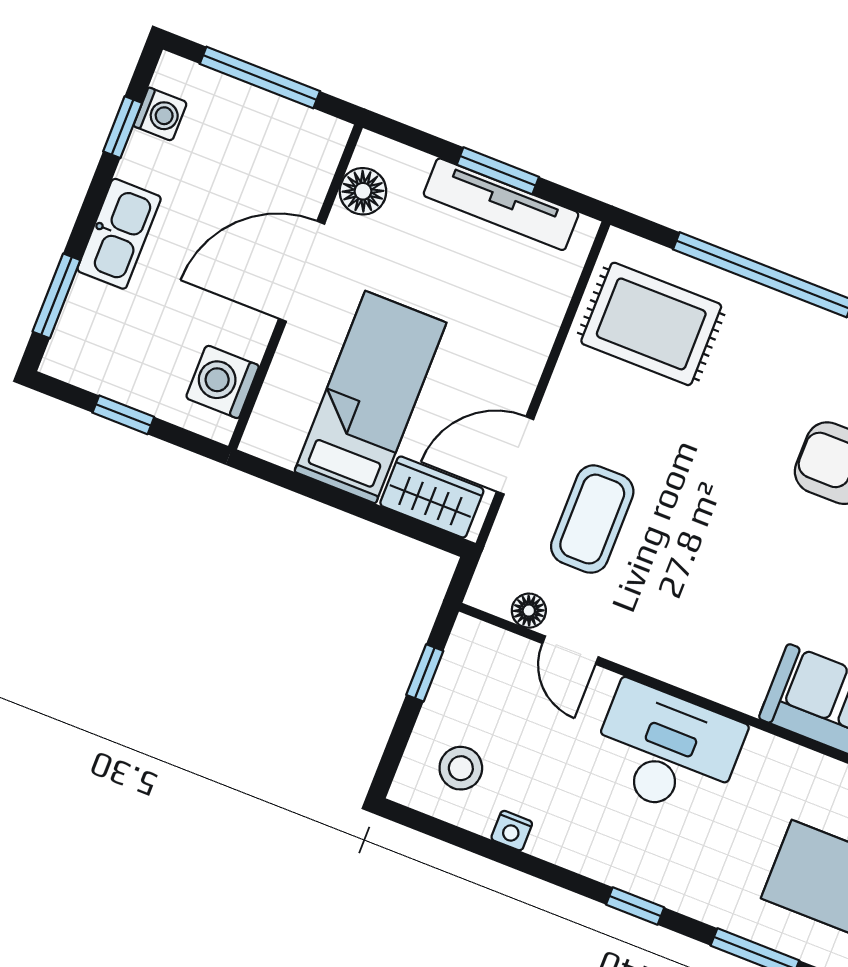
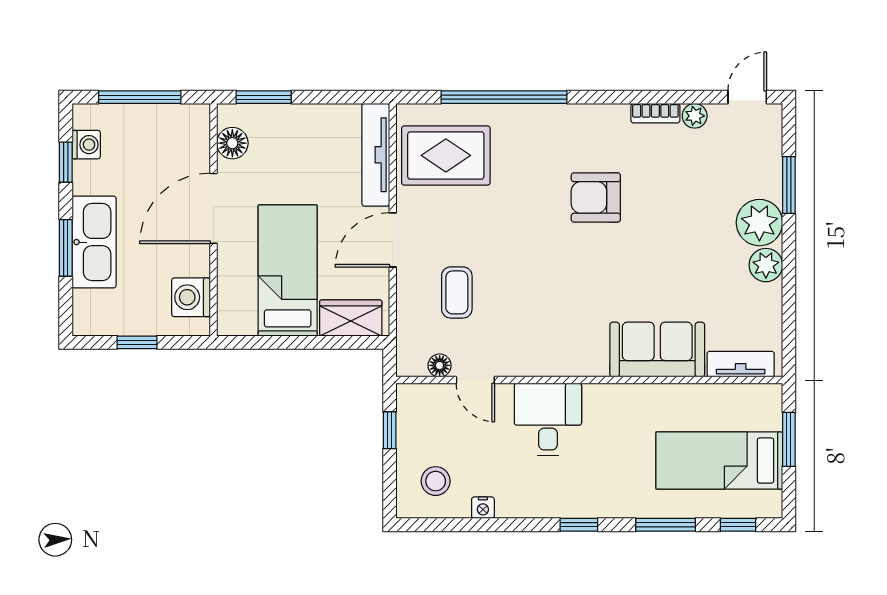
window: (498, 171) -> (264, 97), moved
tv unit: (501, 204) -> (376, 155), moved, turned 90
kitchen sink: (119, 234) -> (94, 242), width x1.36, depth x1.24
window: (56, 296) -> (66, 248), moved
door: (515, 455) -> (393, 240), moved
coffee table: (592, 519) -> (457, 292), width x0.73, depth x0.77
desk: (667, 751) -> (548, 419), width x0.73

